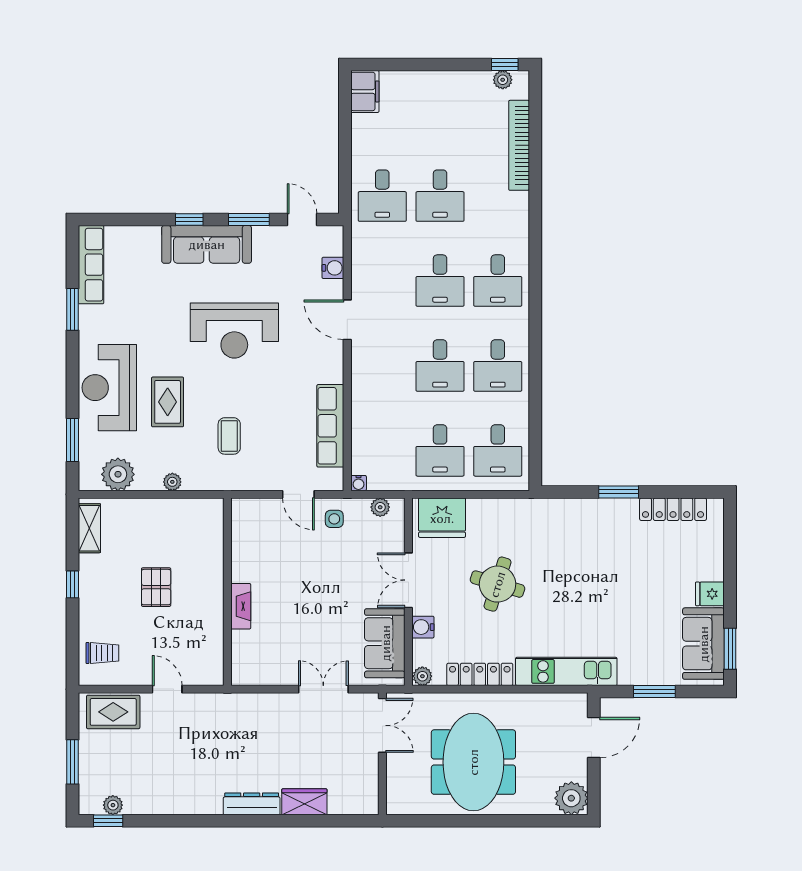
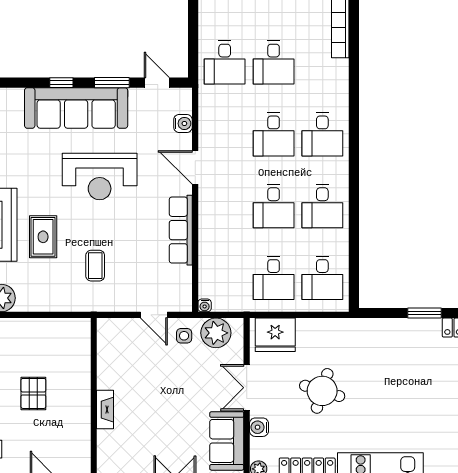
sofa: (207, 244) -> (76, 108), width x1.36, depth x1.27
row of seats: (330, 426) -> (181, 230), moved
plant: (172, 482) -> (47, 304), removed
plant: (380, 507) -> (216, 333), width x1.87, depth x1.87

